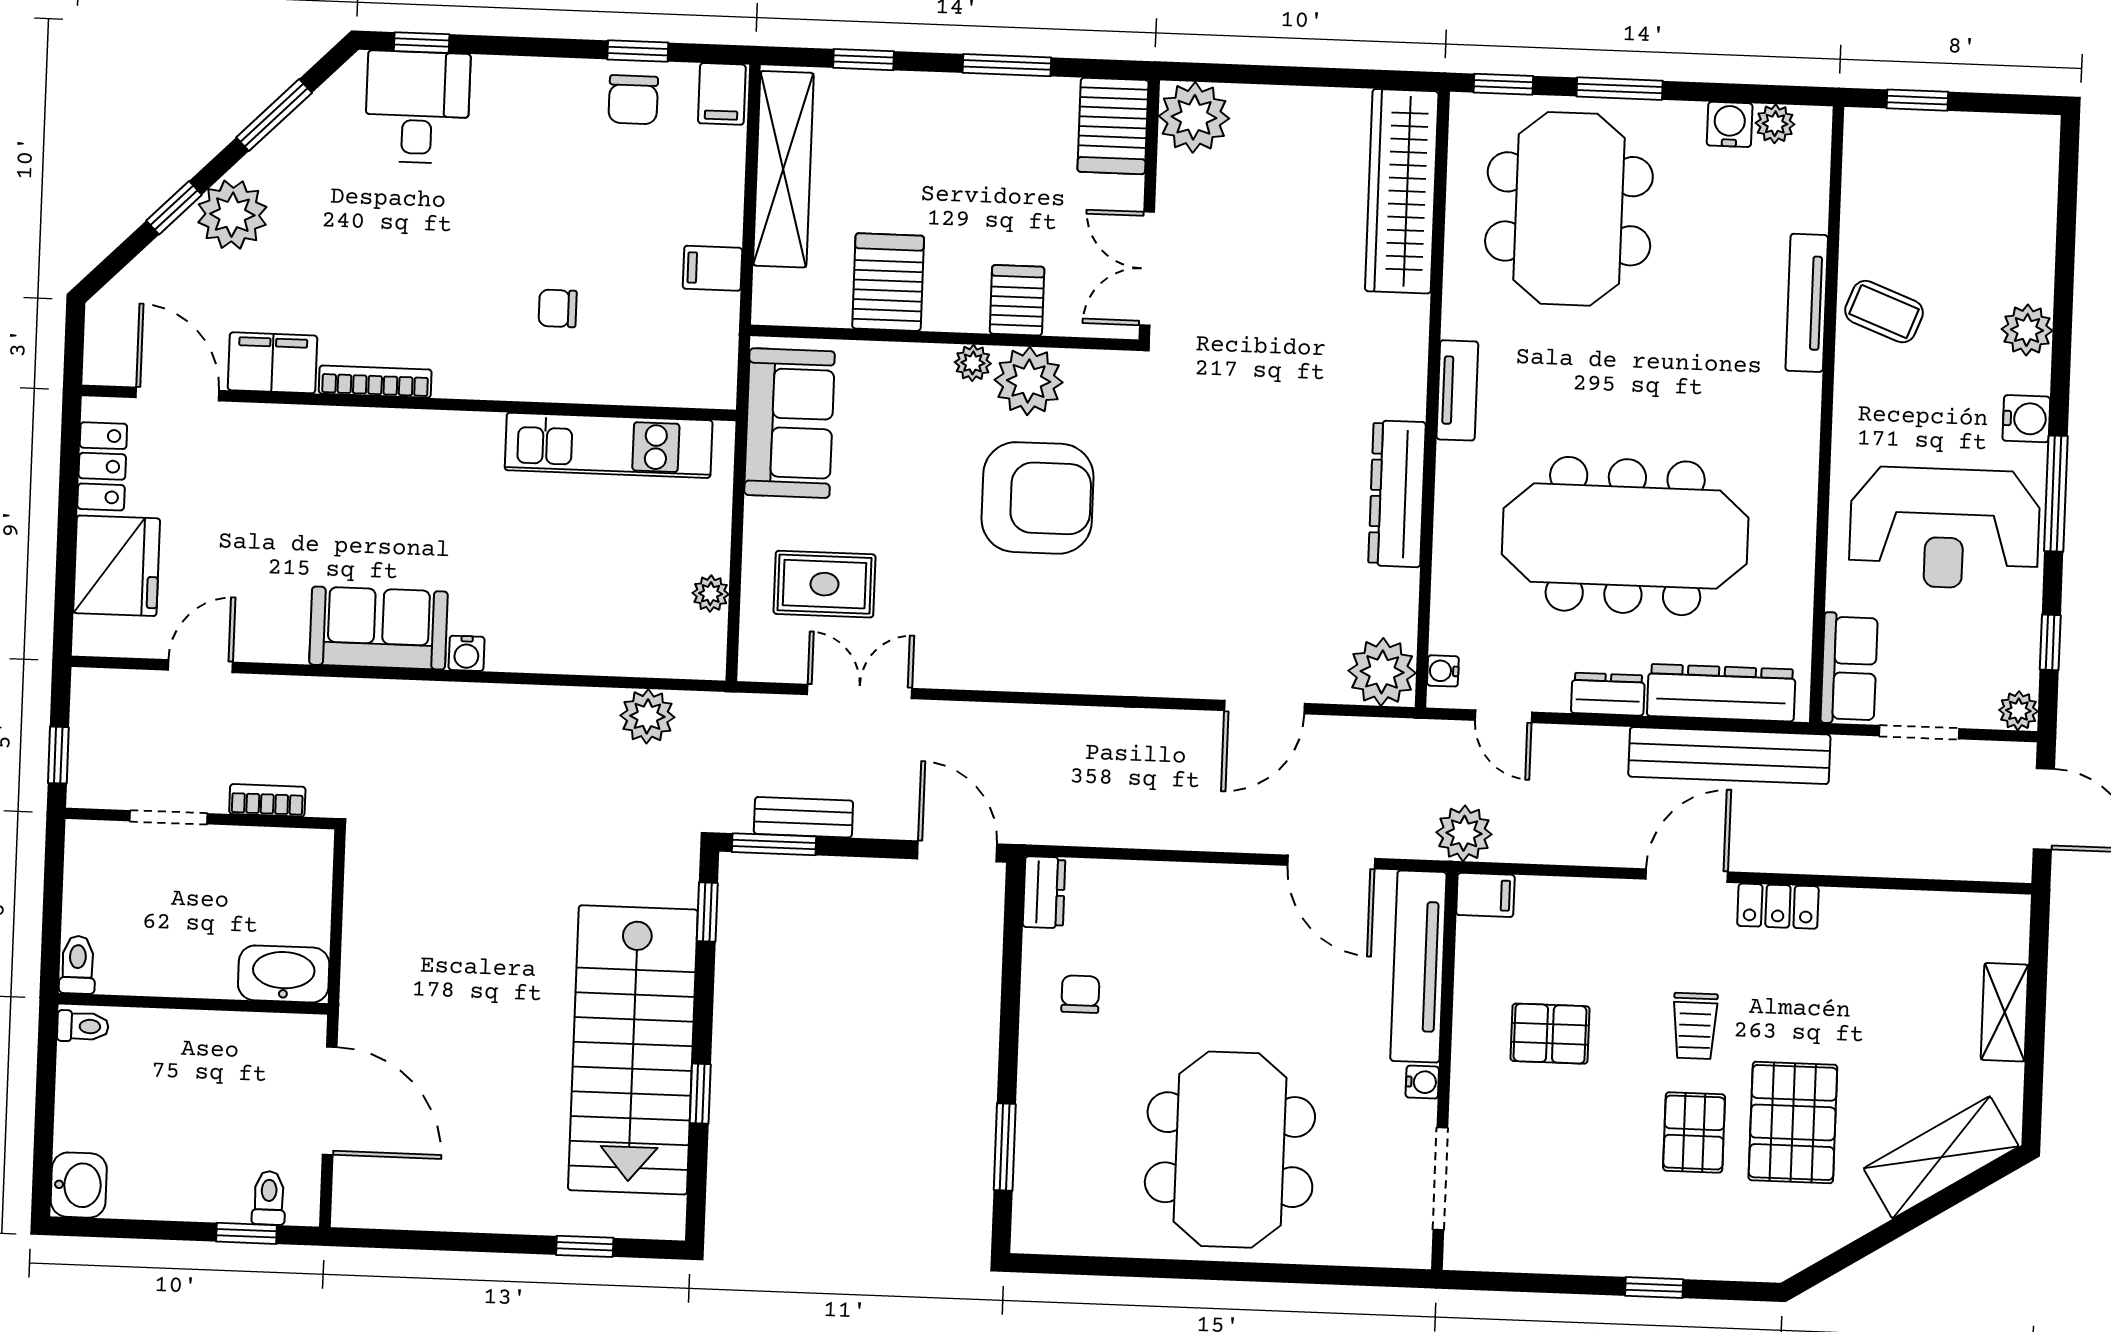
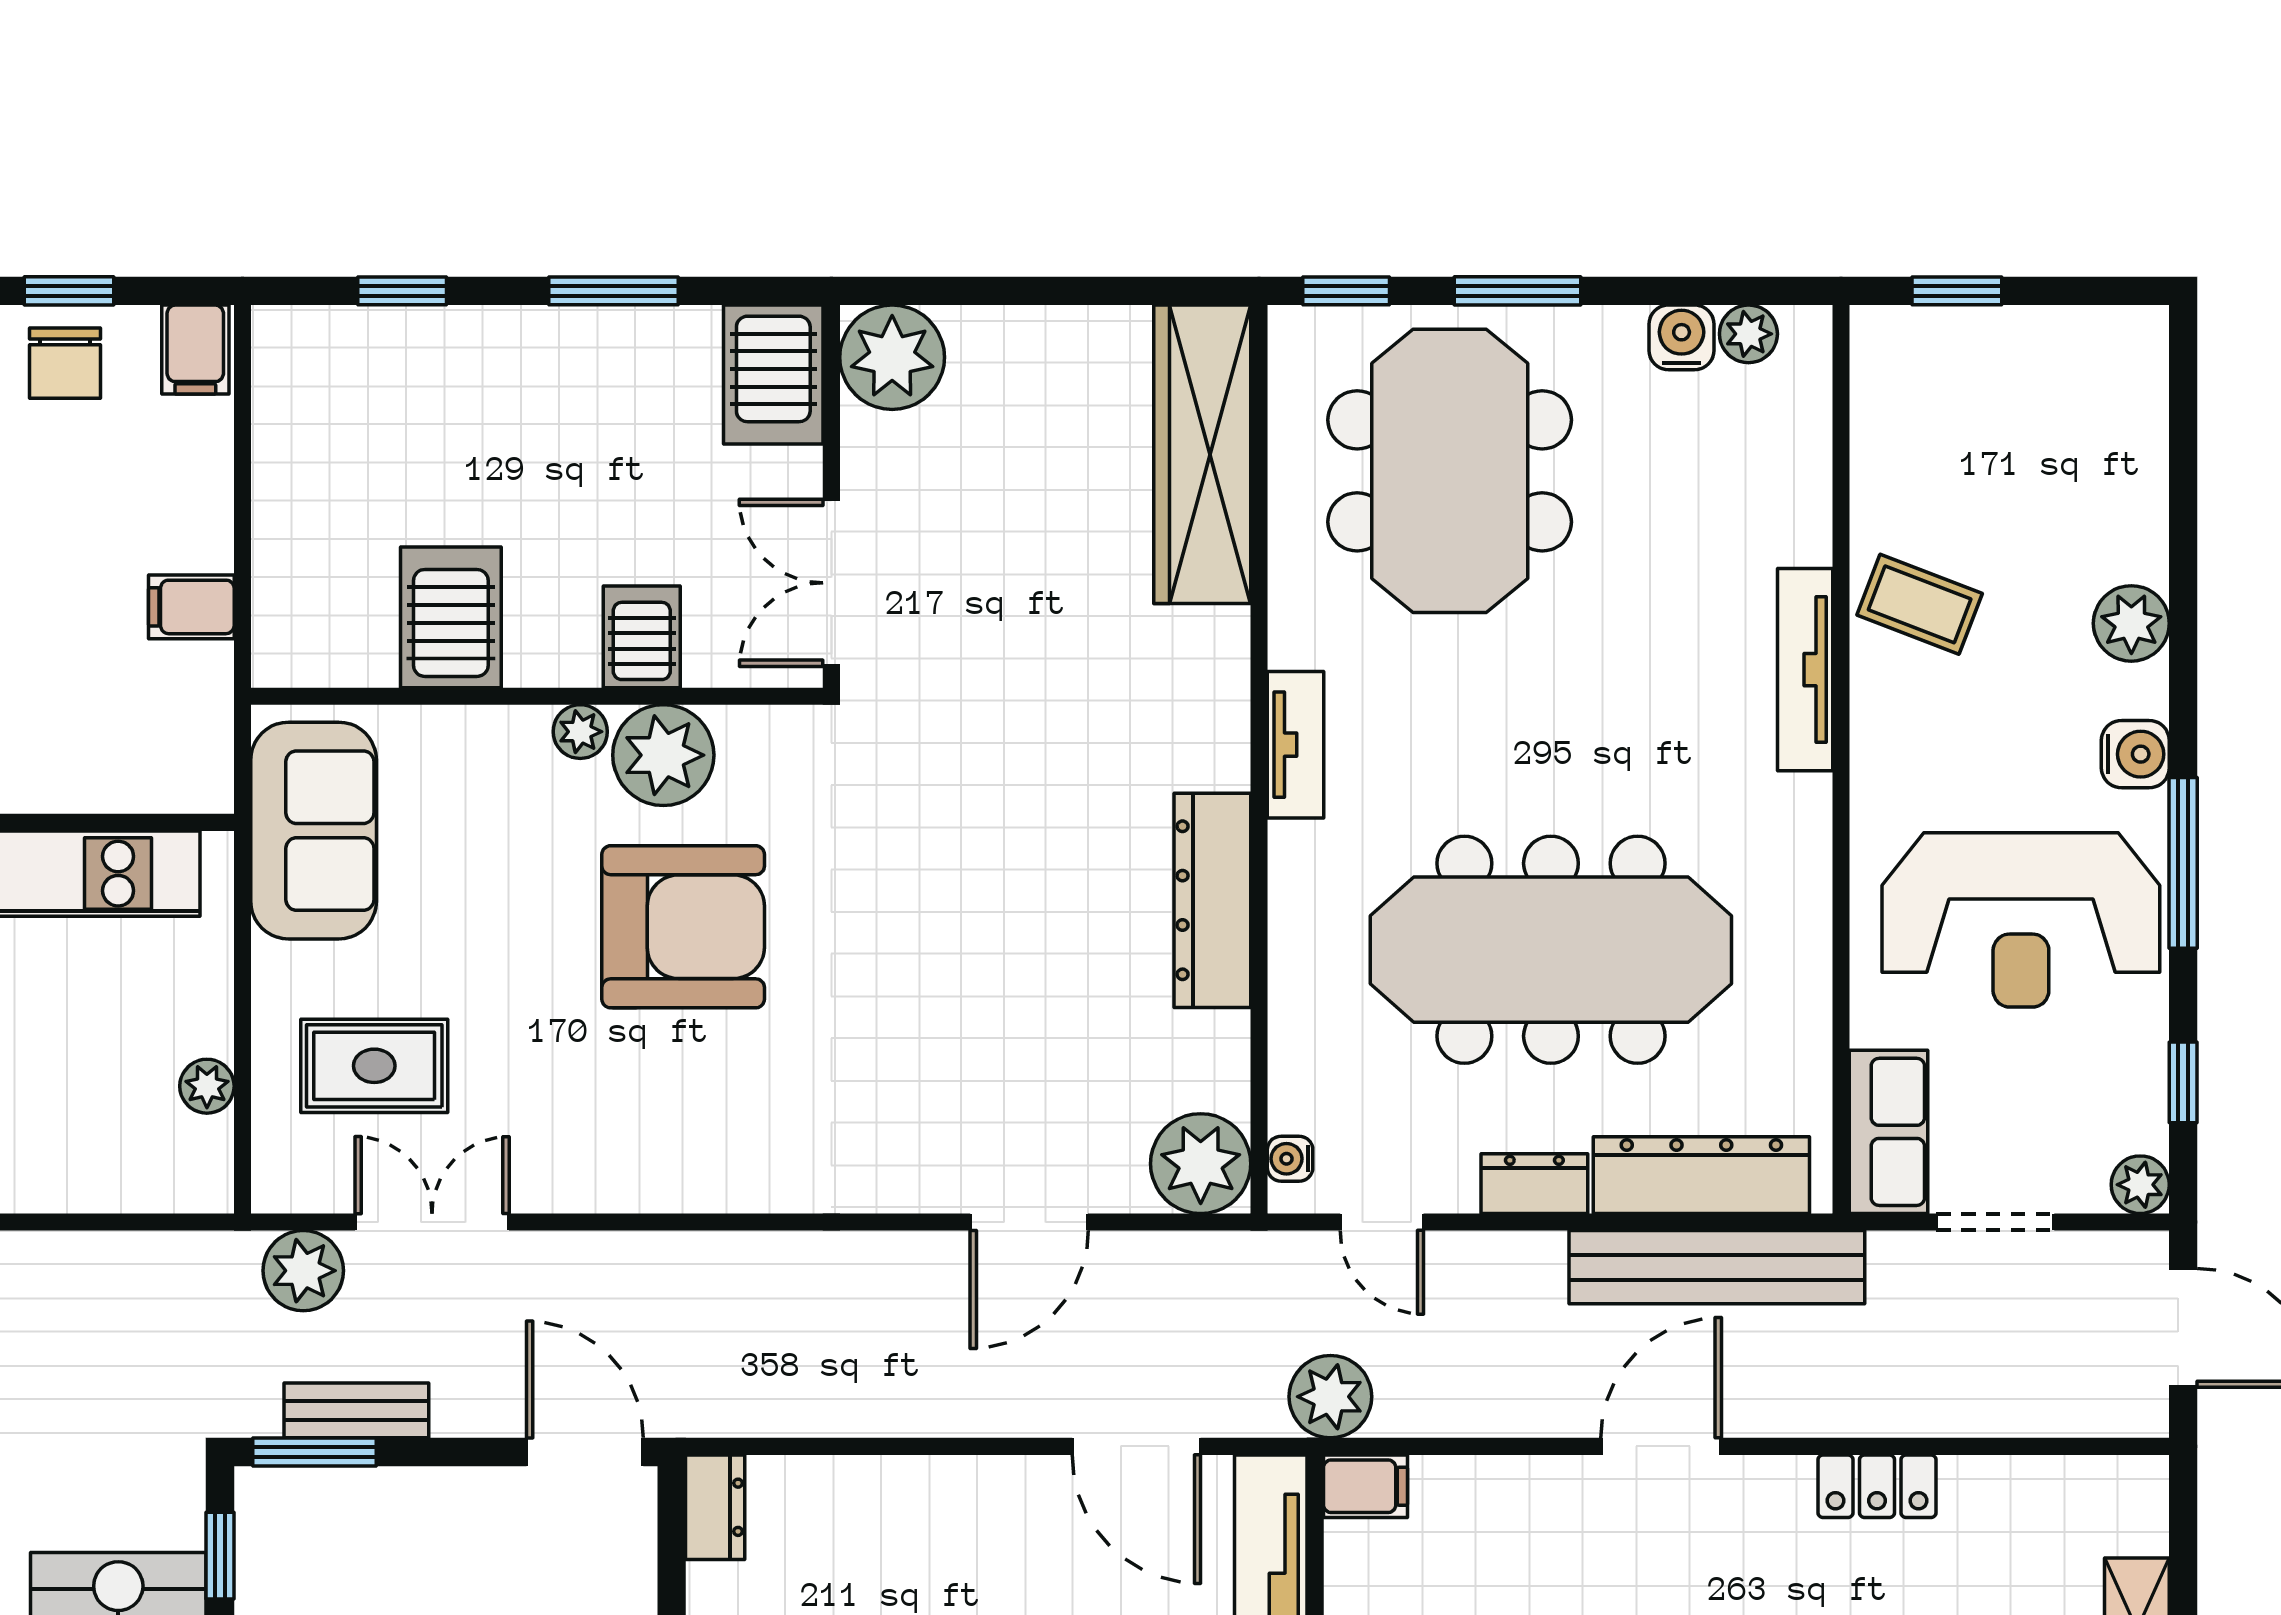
shelving: (783, 169) -> (290, 457), removed
tv unit: (1807, 303) -> (1805, 670), moved
plant: (647, 716) -> (303, 1271), moved
locker: (1778, 906) -> (1877, 1486), moved

